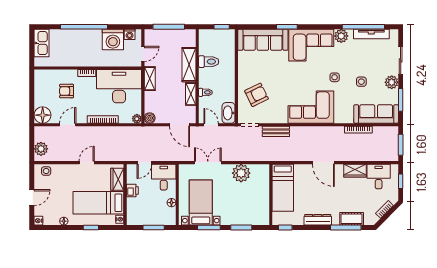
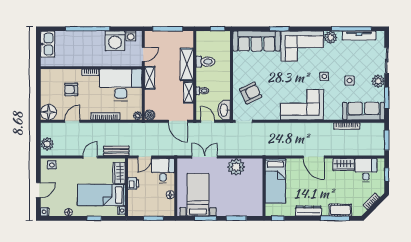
bench: (276, 131) -> (116, 151), moved

